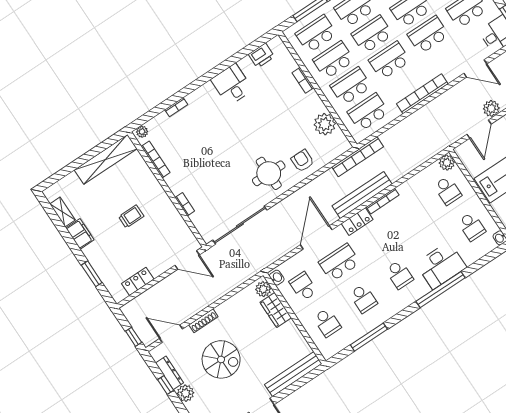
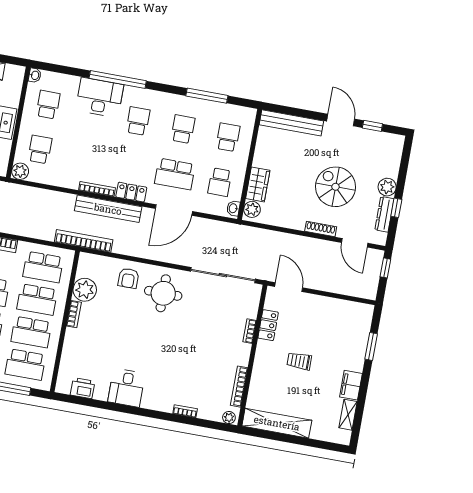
bookcase: (303, 80) -> (74, 314), moved
locker: (138, 281) -> (268, 325), moved, turned -90

